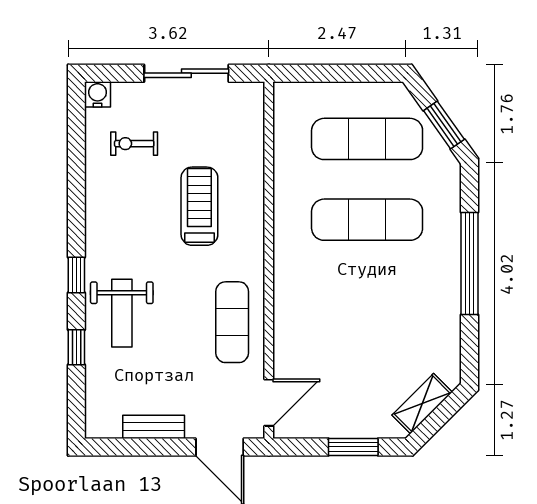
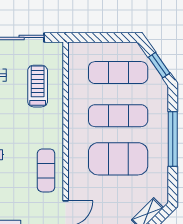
treadmill: (199, 206) -> (38, 86), moved
exercise mat: (367, 300) -> (118, 159), added

